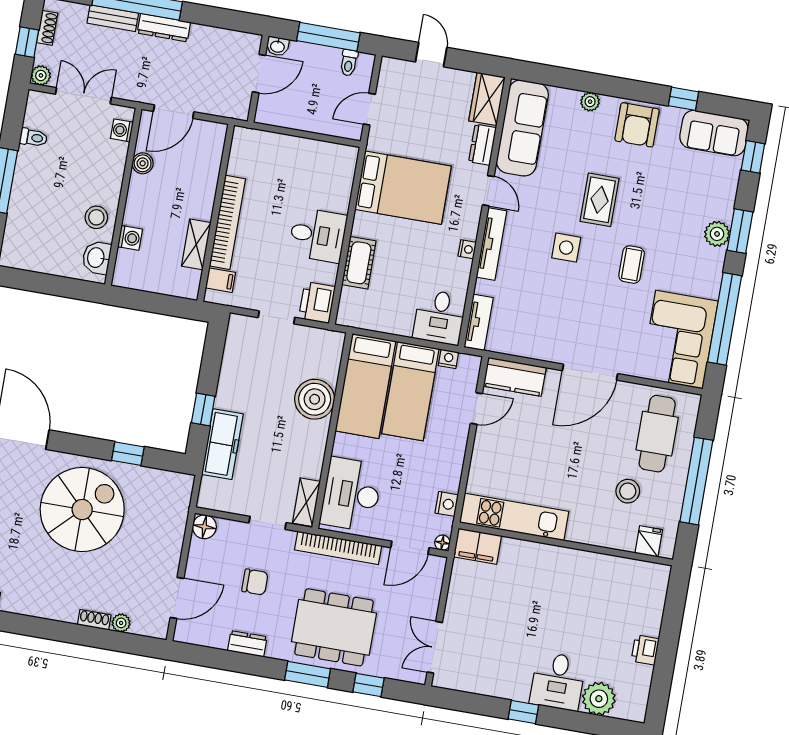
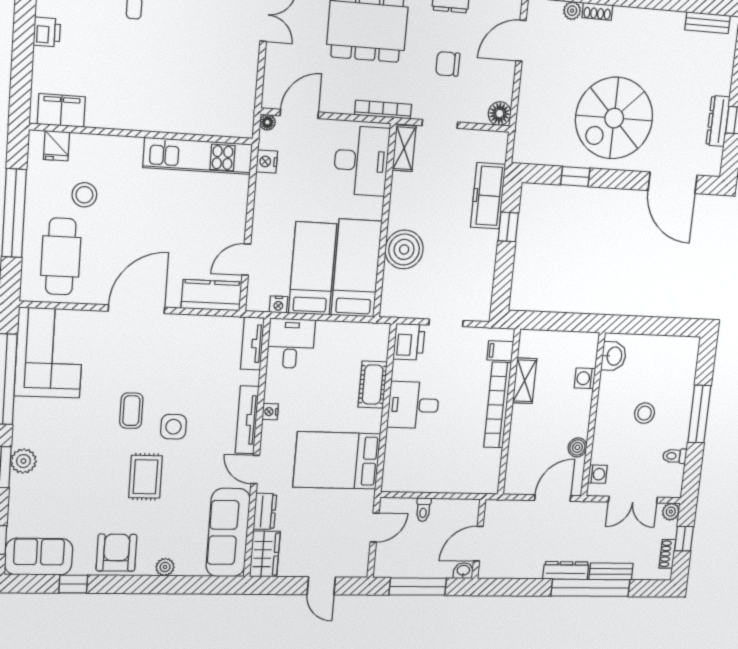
toilet: (349, 63) -> (423, 510), moved, turned 180
stool: (96, 217) -> (645, 413), moved
coffee table: (632, 265) -> (131, 411), moved
filing cabinet: (478, 546) -> (61, 110), moved
bookcase: (338, 548) -> (383, 110), width x0.68, depth x0.76

